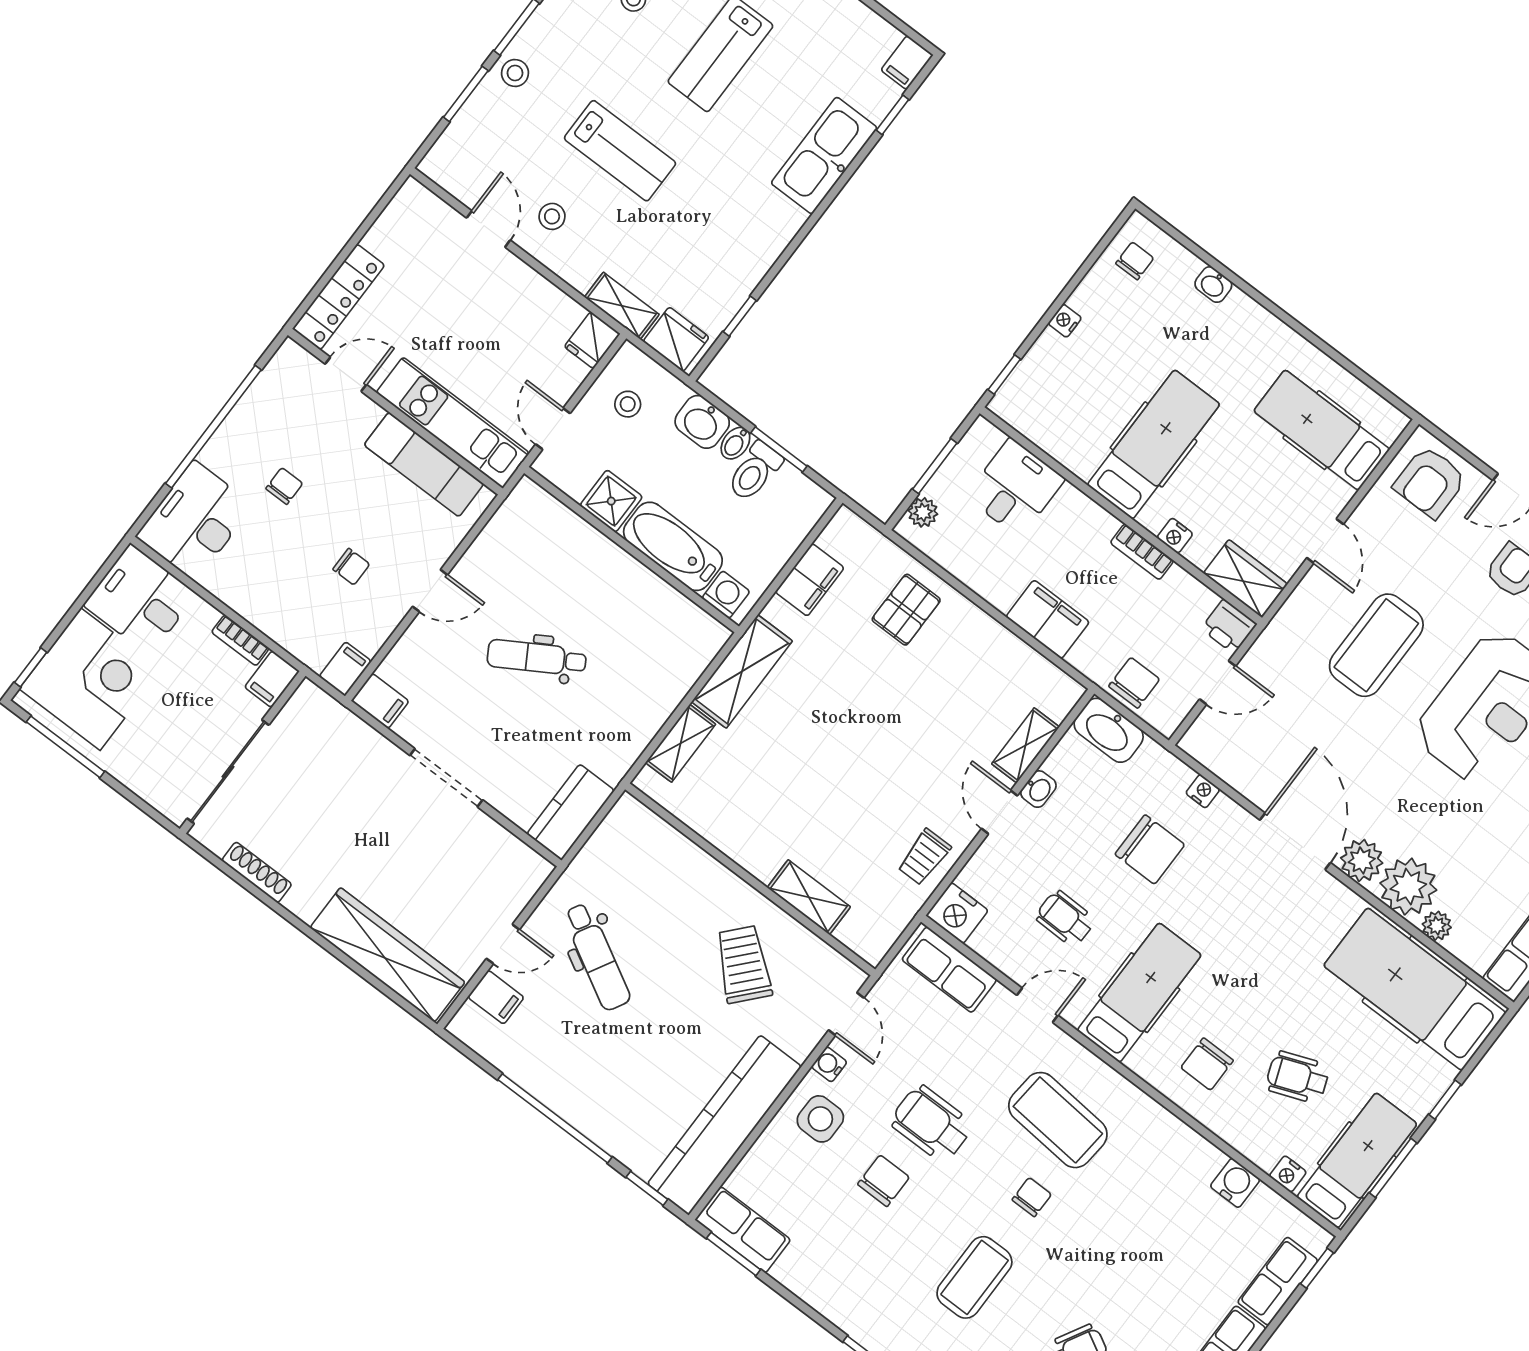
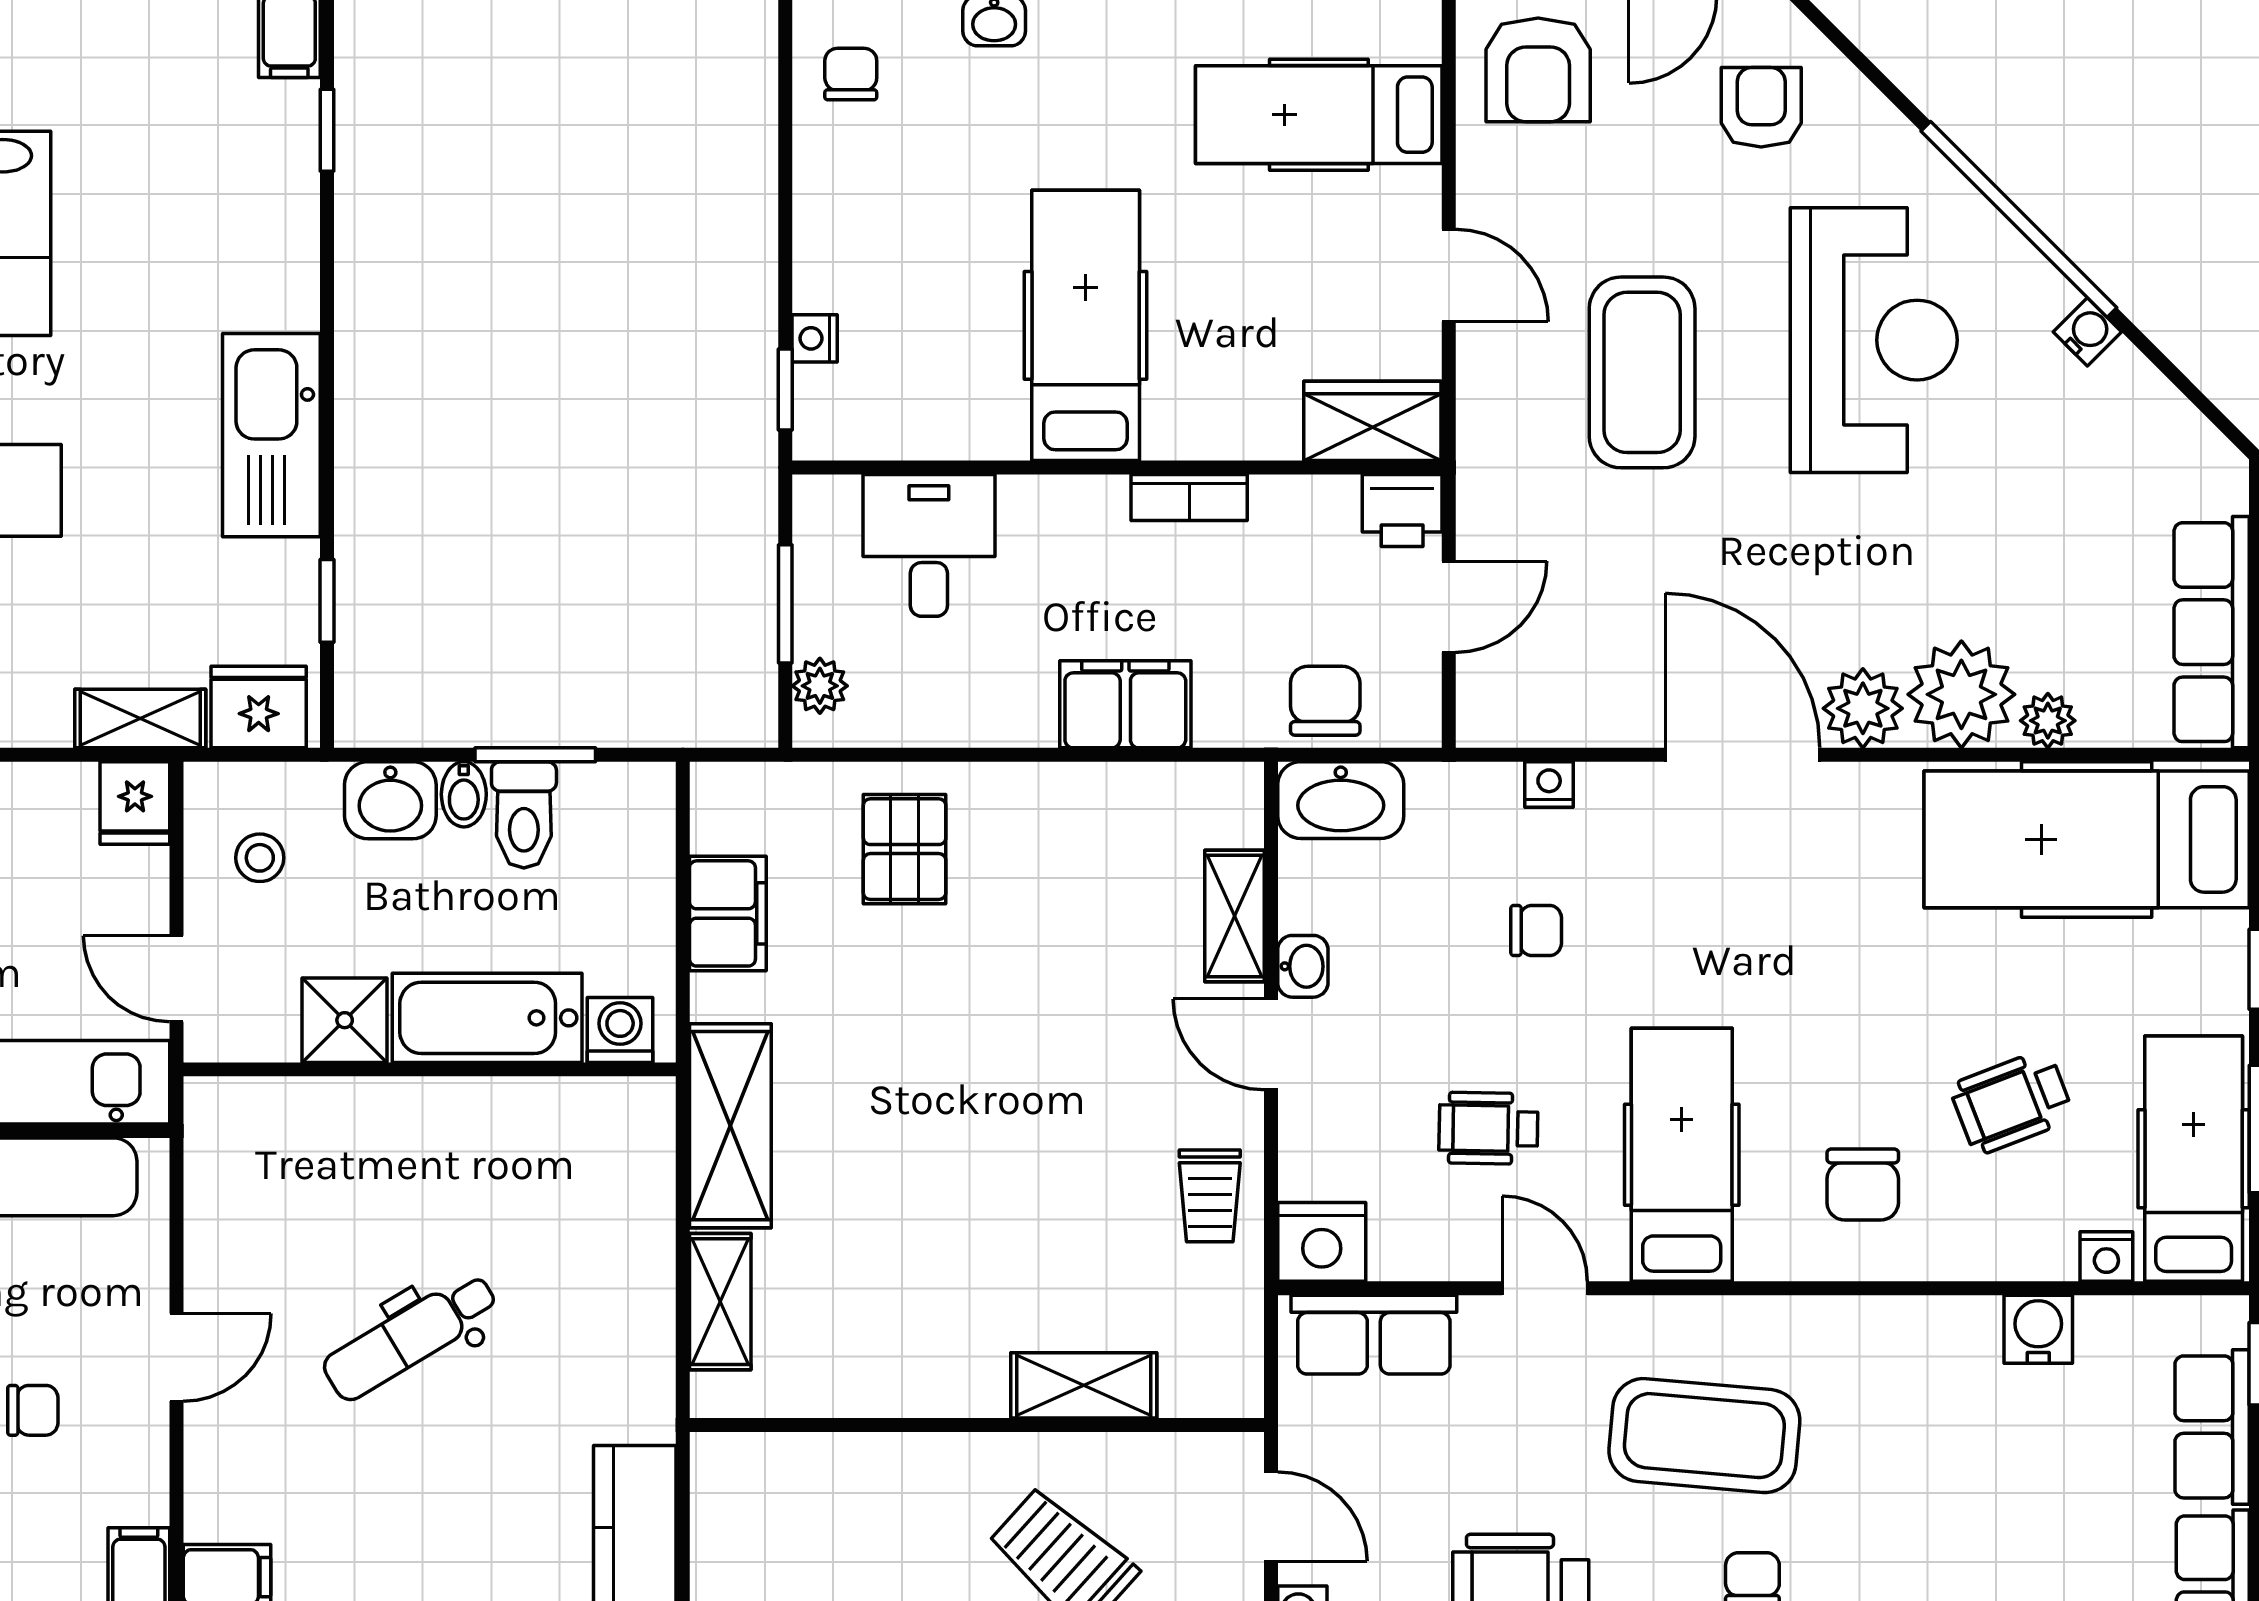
kitchen sink: (824, 156) -> (271, 435), moved
nightstand: (1065, 321) -> (815, 338), moved
nightstand: (1175, 536) -> (1220, 437), removed
chair: (1150, 849) -> (1536, 930), width x0.54, depth x0.54
door: (1037, 1005) -> (1545, 1288), hinge flipped

